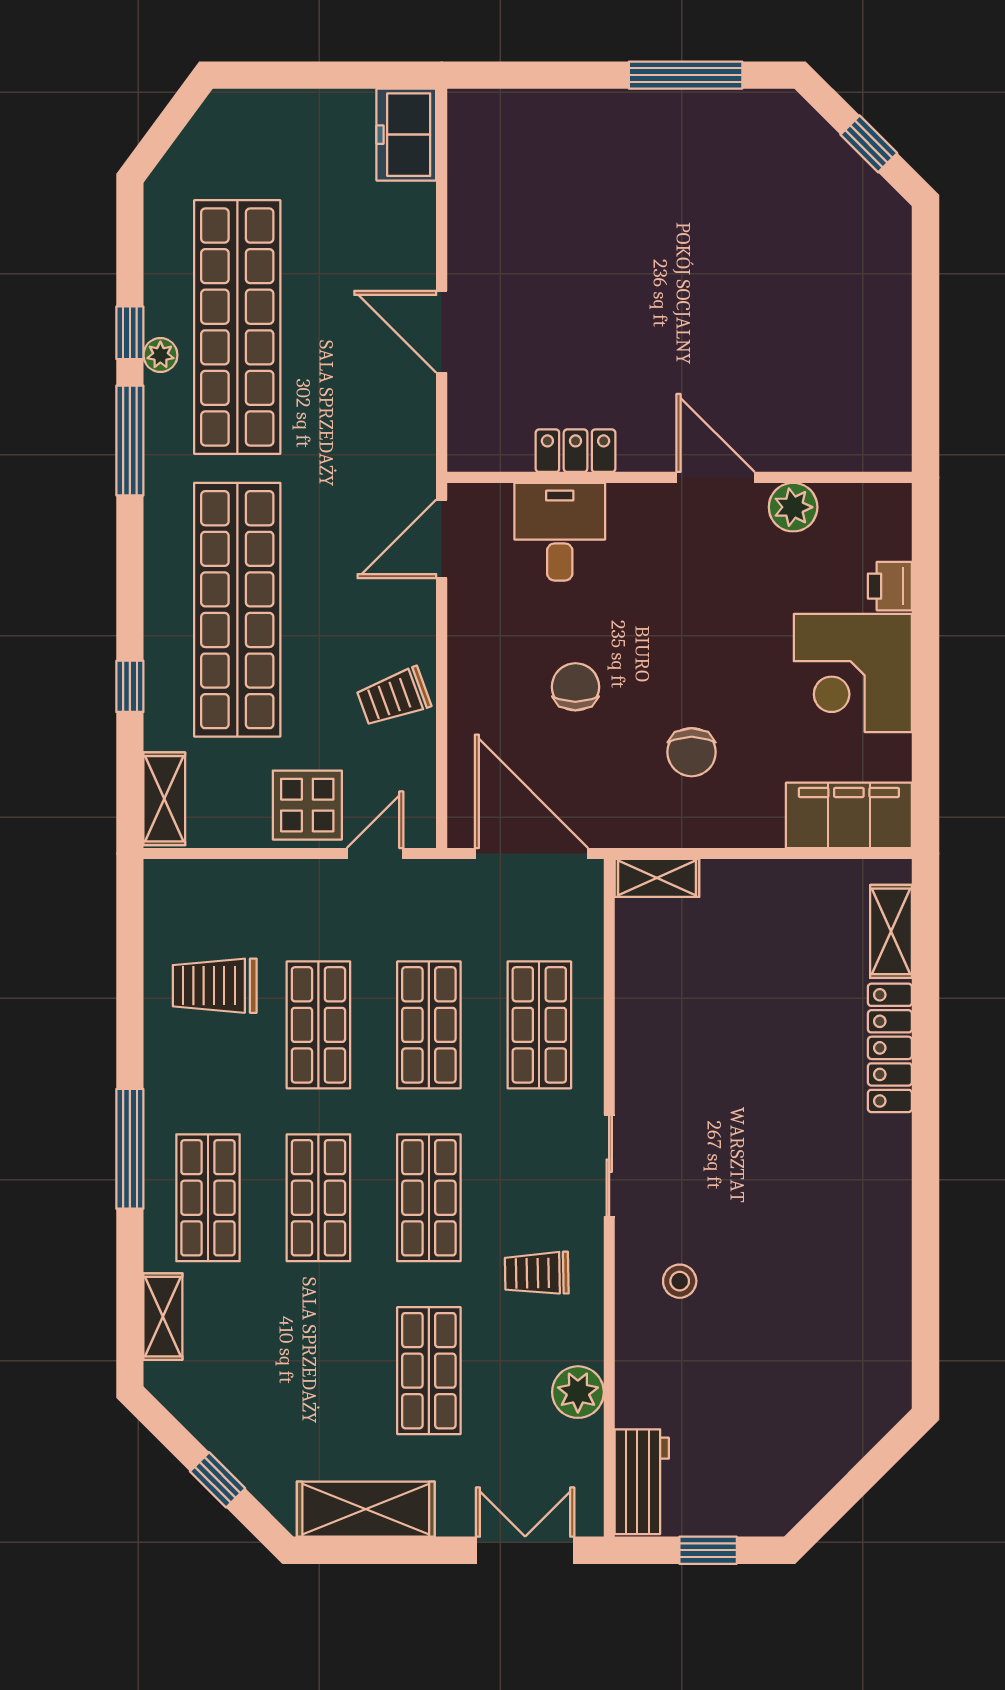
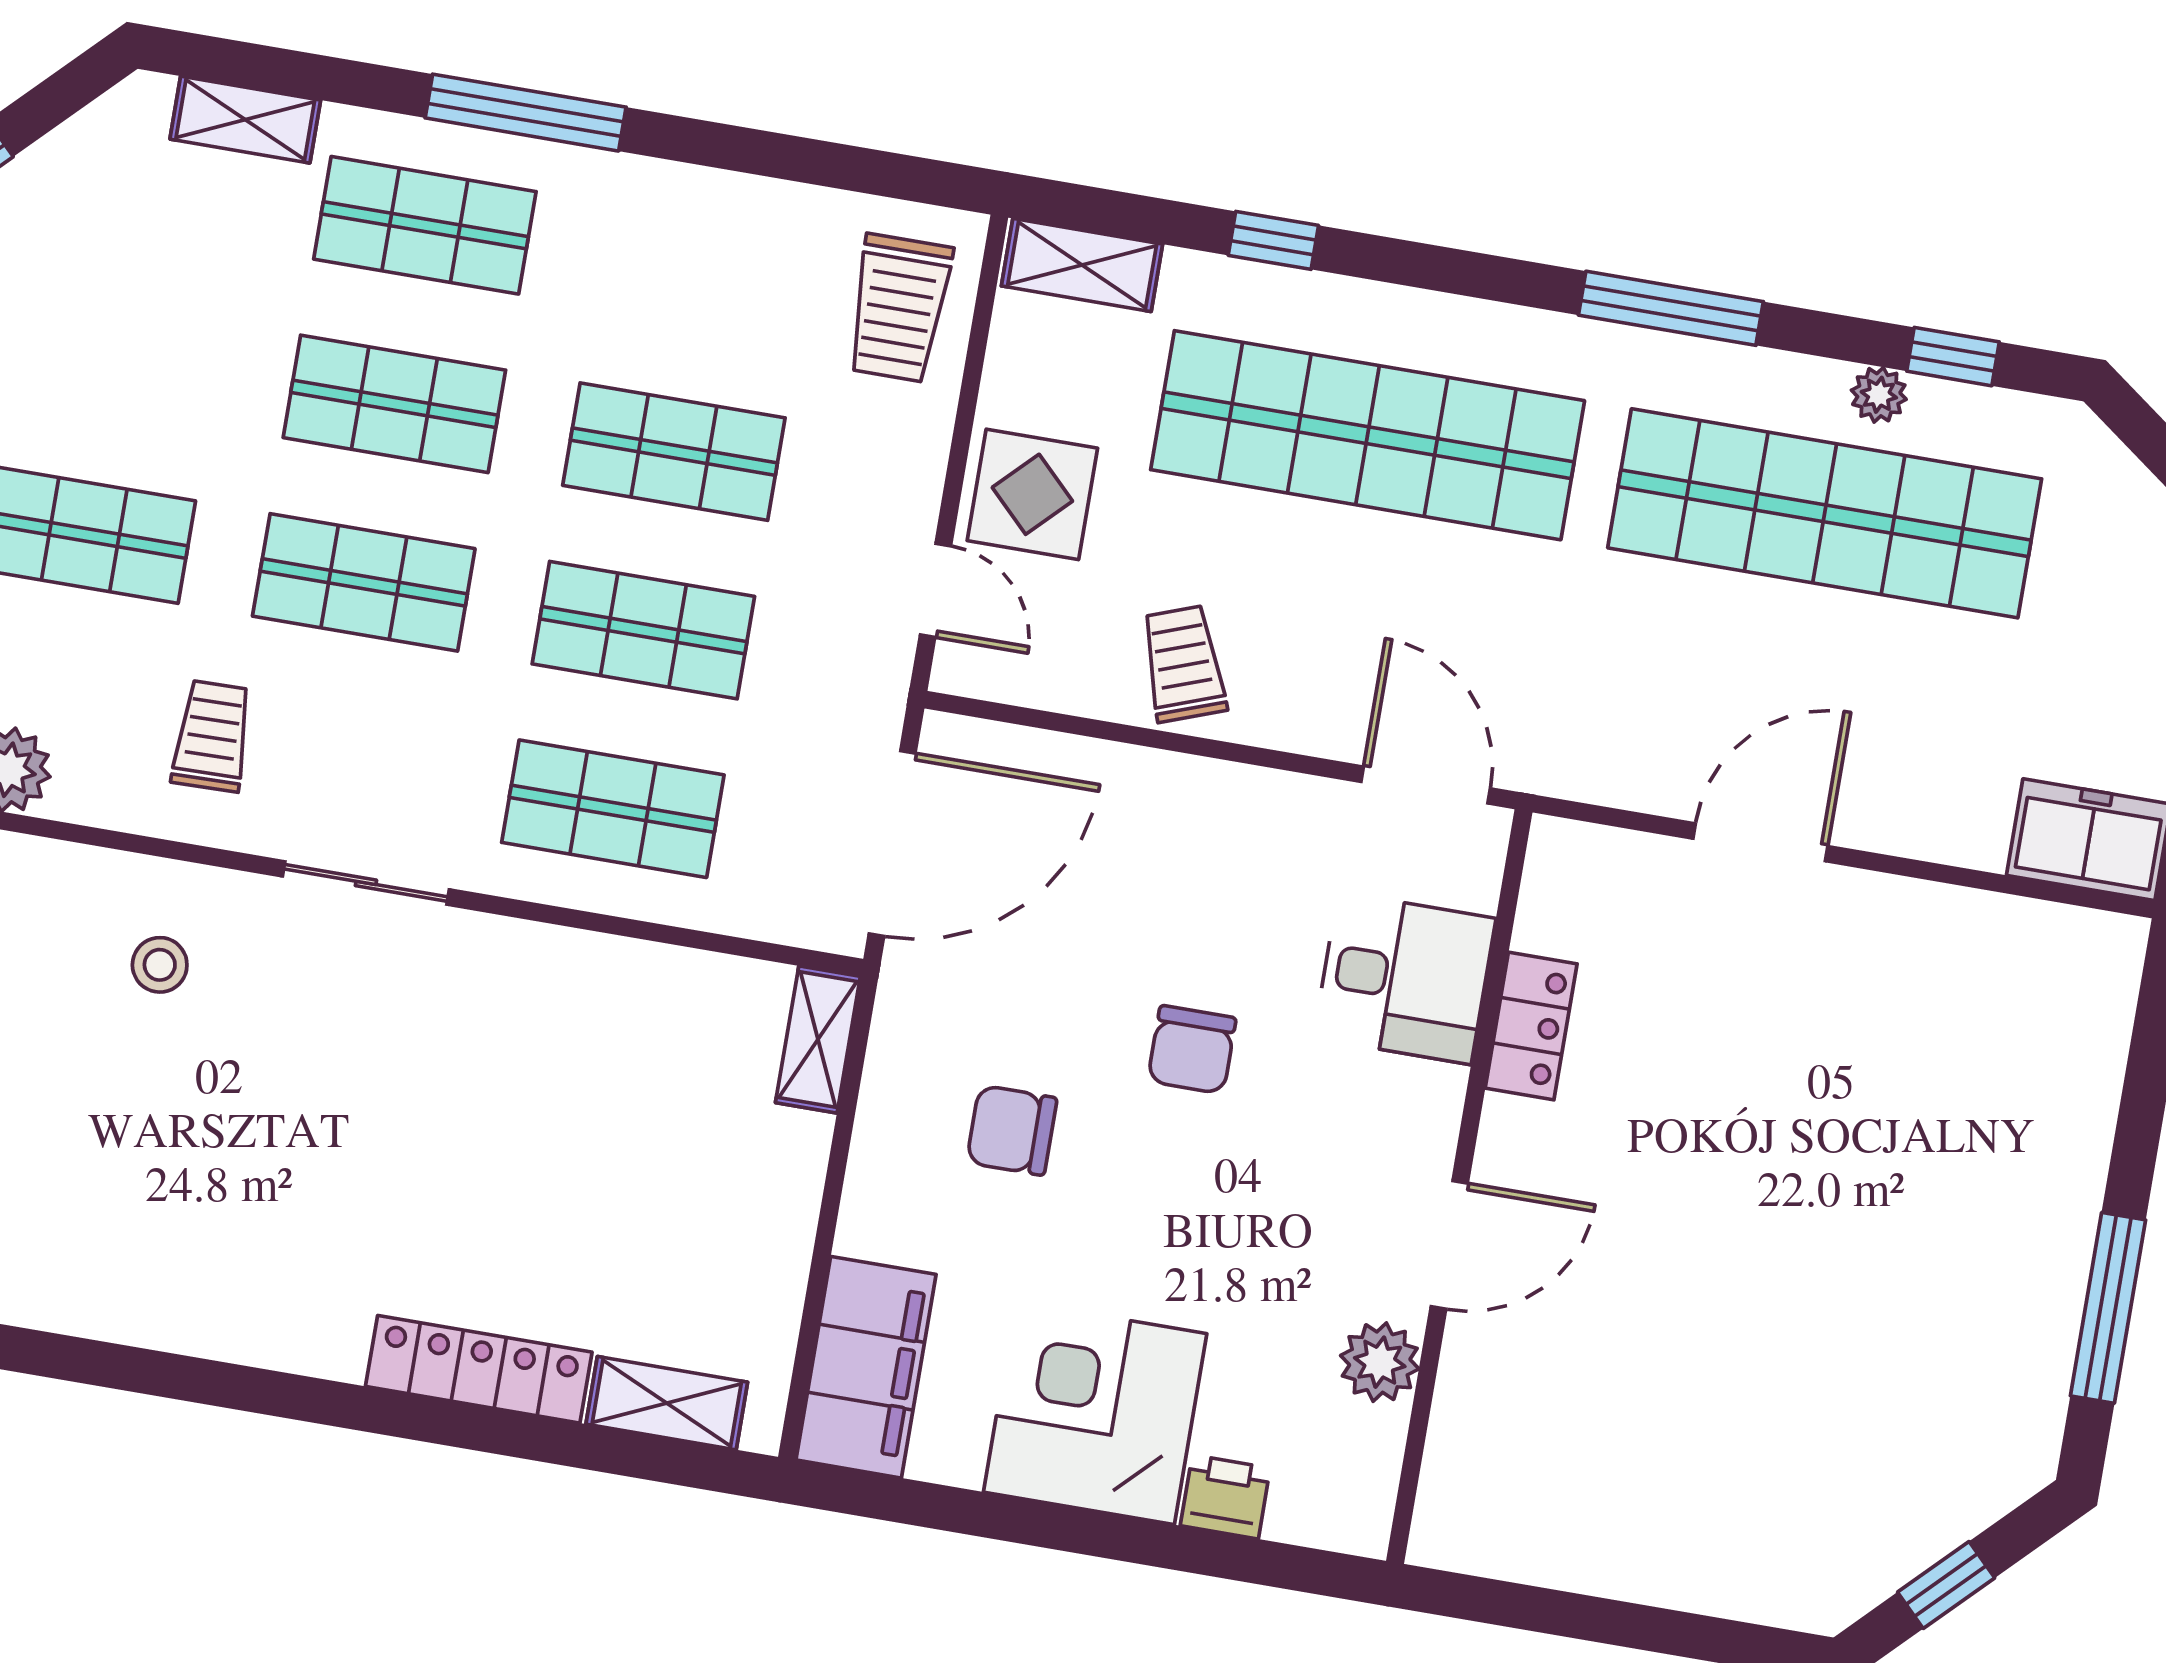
window: (130, 333) -> (1953, 357), moved
plant: (160, 355) -> (1879, 395), moved
chair: (575, 687) -> (1192, 1050), moved, turned 90
trolley: (215, 986) -> (899, 308), moved, turned 180

